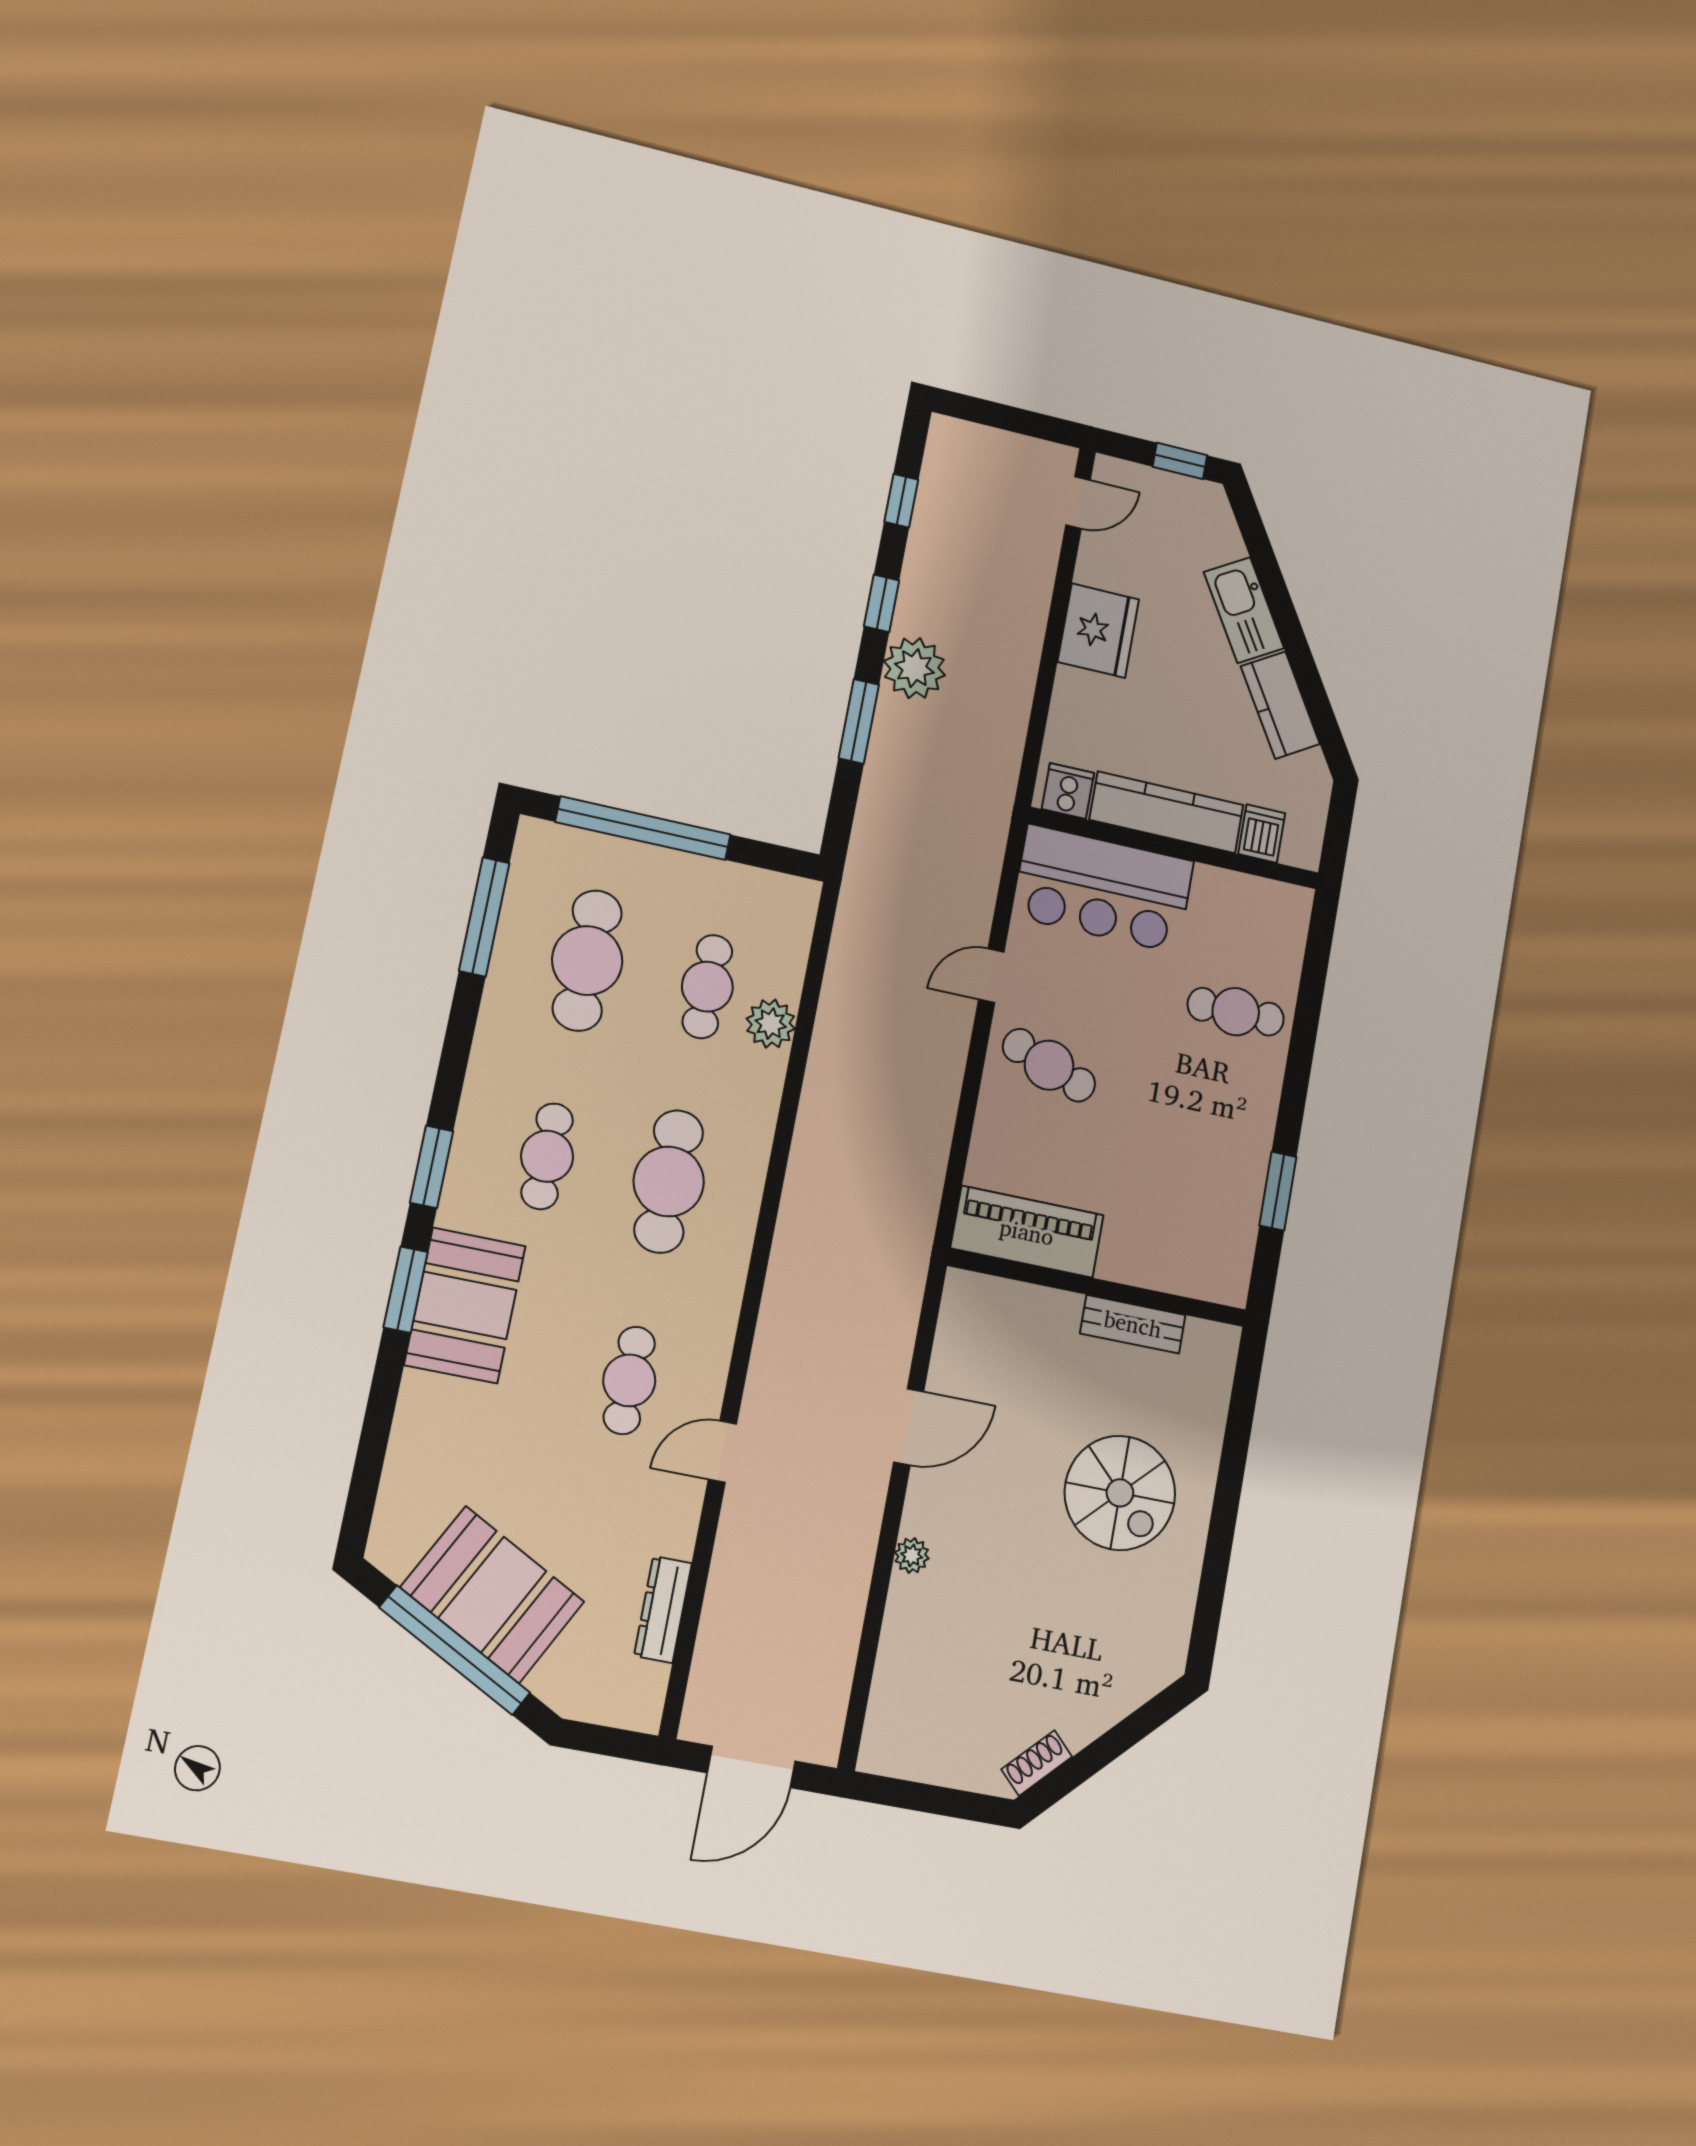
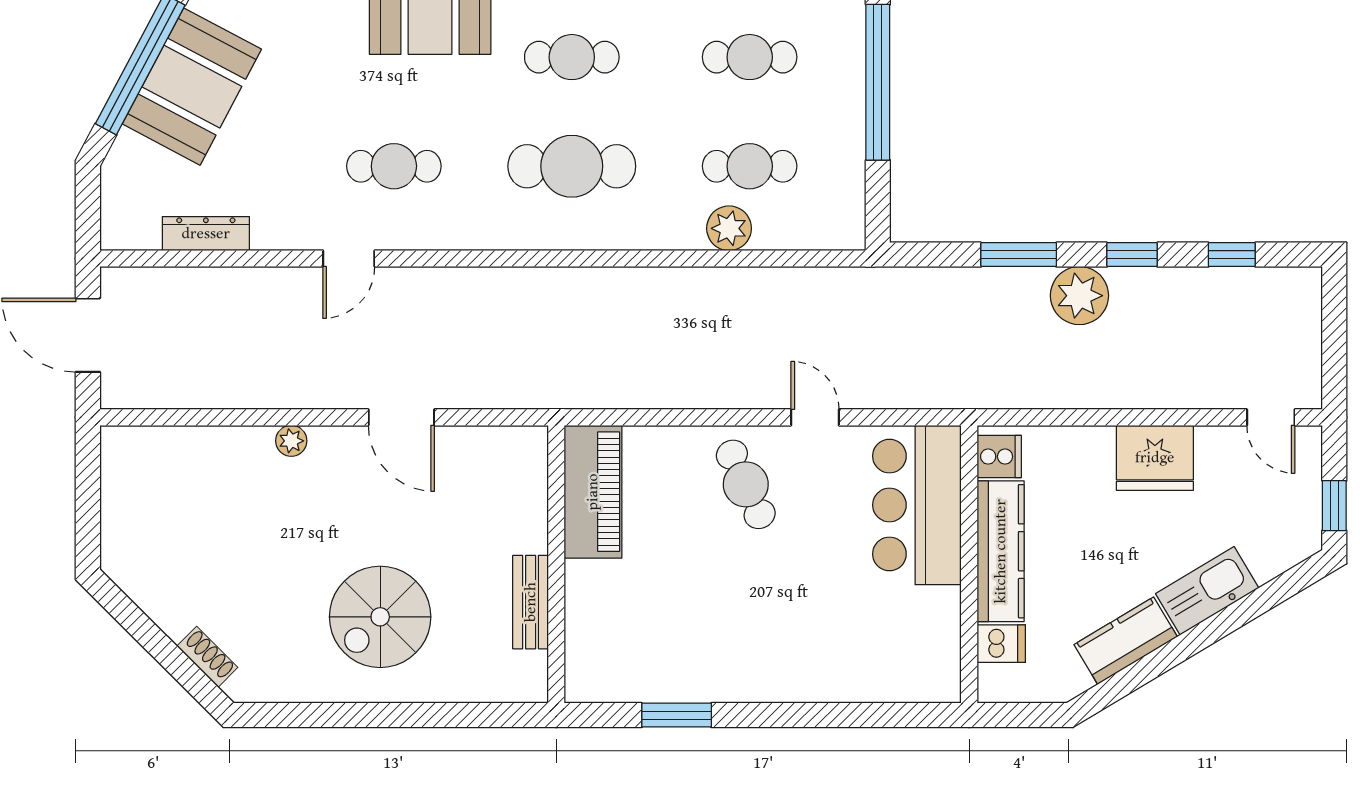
cafe table: (587, 961) -> (750, 57), width x0.73, depth x0.74
cafe table: (1236, 1012) -> (831, 648), removed
cafe table: (1049, 1065) -> (746, 484), turned -46
door: (722, 1452) -> (349, 259), swing flipped
shoe rack: (1037, 1763) -> (207, 657), moved

